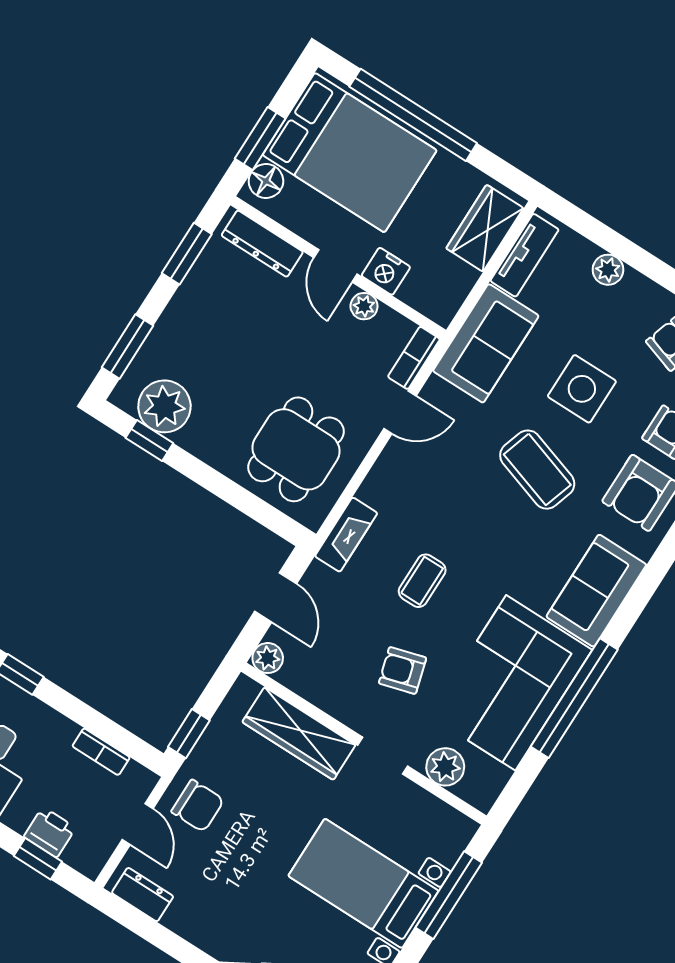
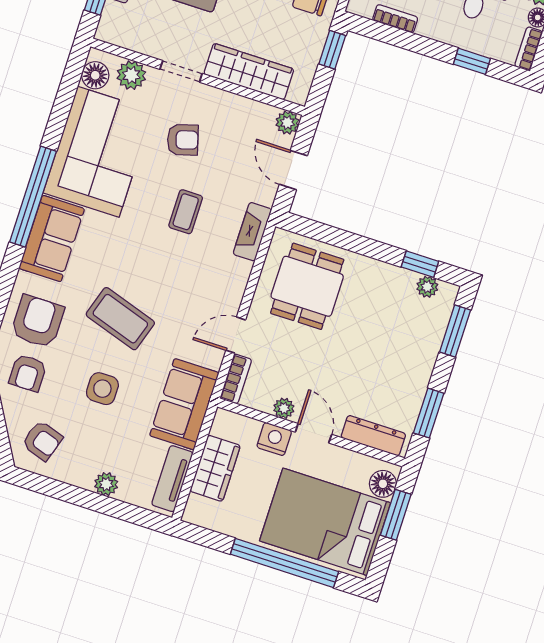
wardrobe: (485, 228) -> (215, 468), moved
side table: (582, 389) -> (102, 389), width x0.73, depth x0.73
plant: (164, 406) -> (427, 287), width x0.53, depth x0.53
window: (574, 698) -> (33, 197), moved
floor lamp: (490, 778) -> (95, 75), added

